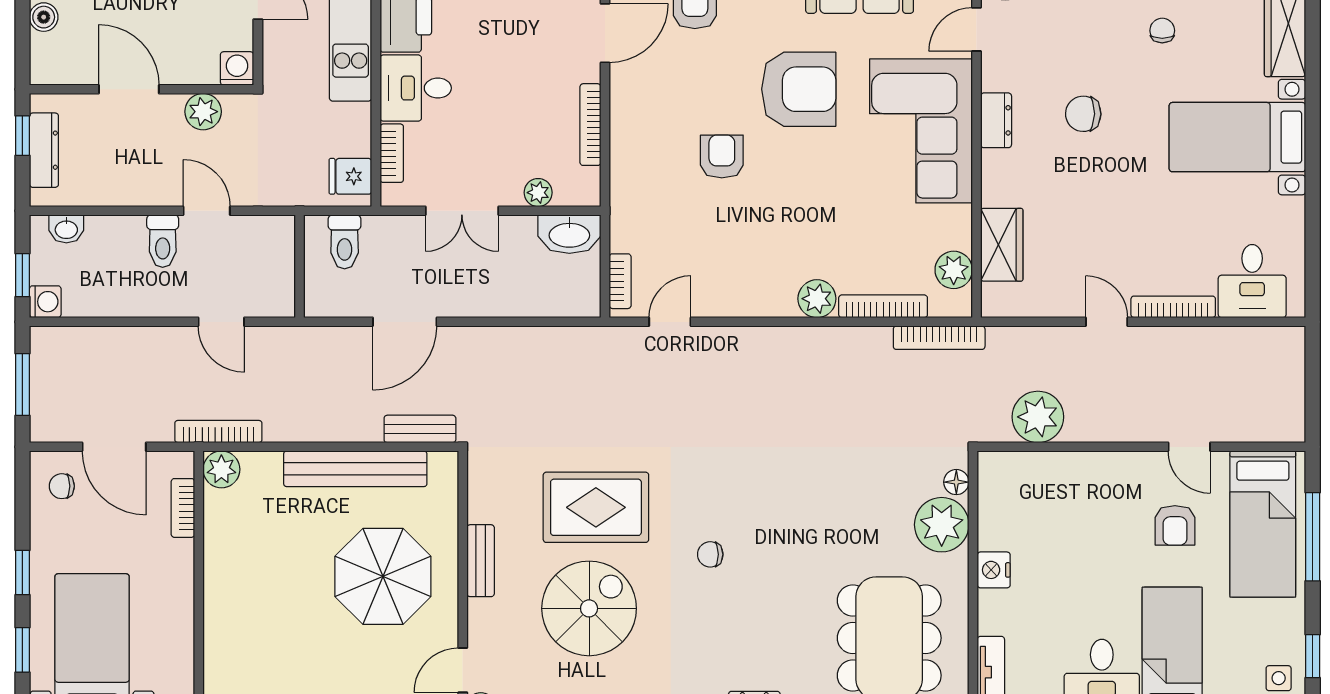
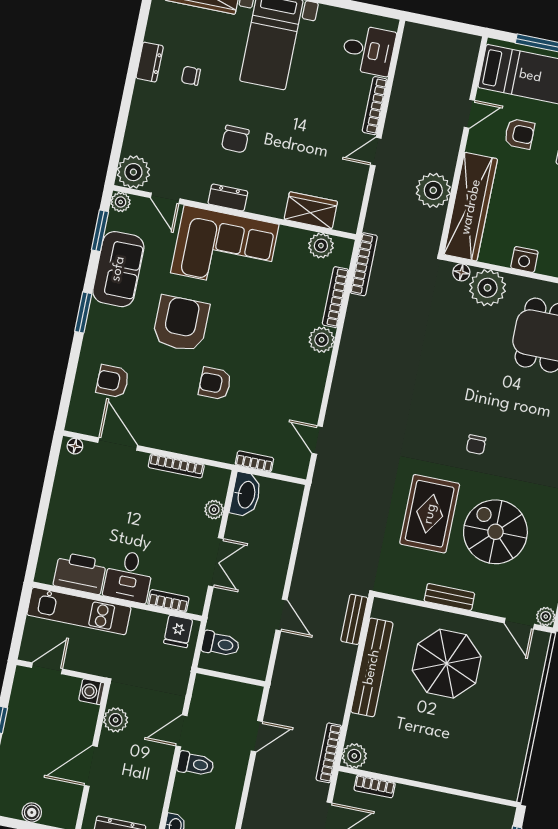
bookcase: (620, 281) -> (254, 461), moved
door: (405, 322) -> (281, 615), width x0.73
plant: (1038, 417) -> (433, 190), moved
wardrobe: (1055, 476) -> (471, 207), added

